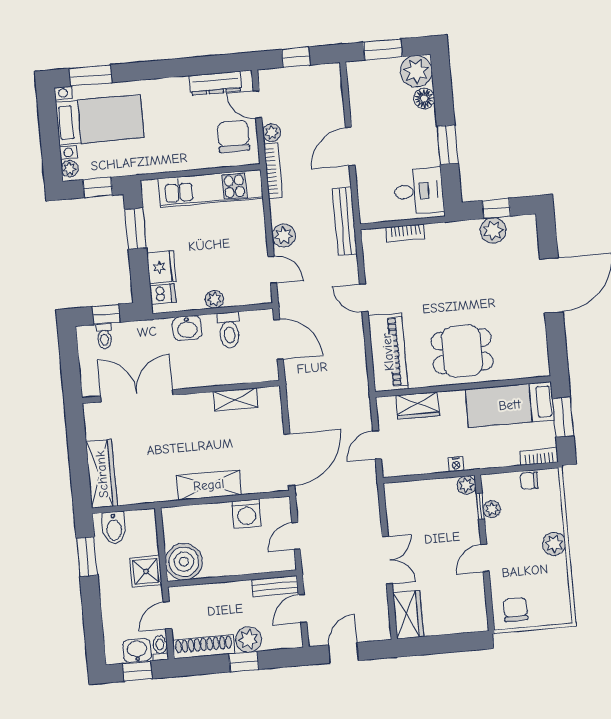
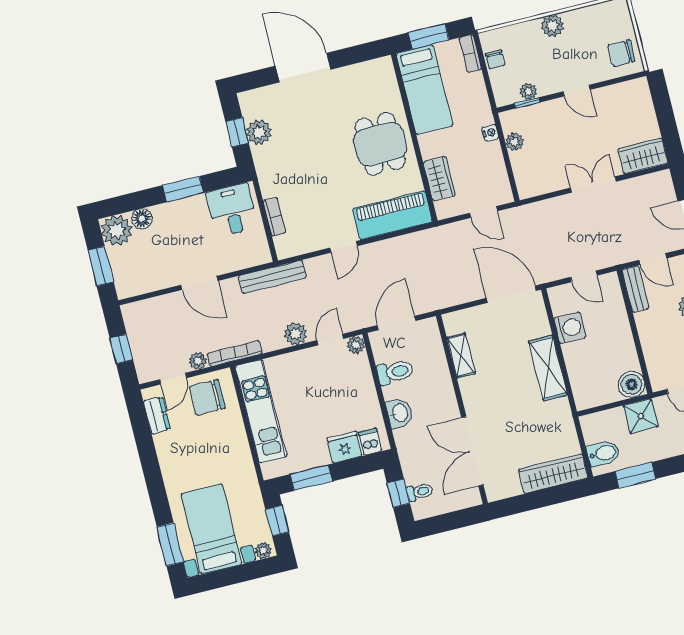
dresser: (216, 83) -> (157, 415), width x0.70
plant: (214, 299) -> (356, 345), moved
plant: (466, 485) -> (514, 142), moved
boiler: (184, 562) -> (631, 384), width x0.73, depth x0.73

